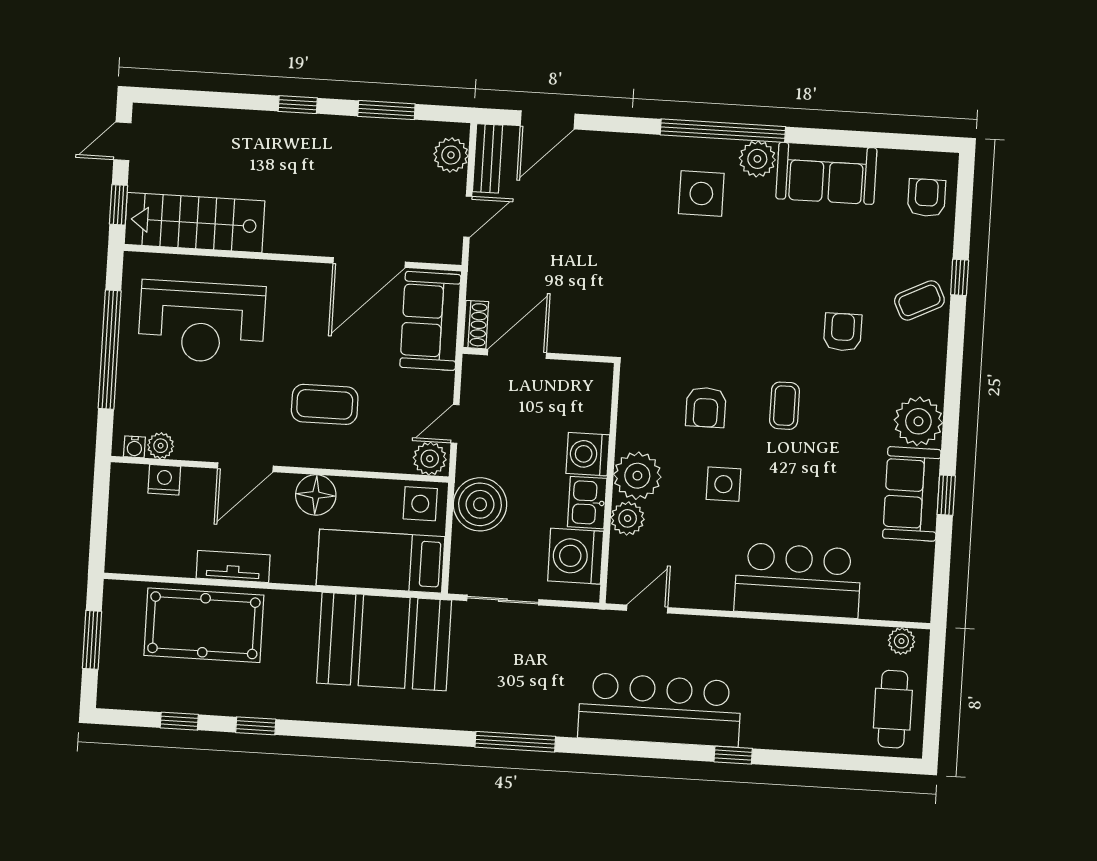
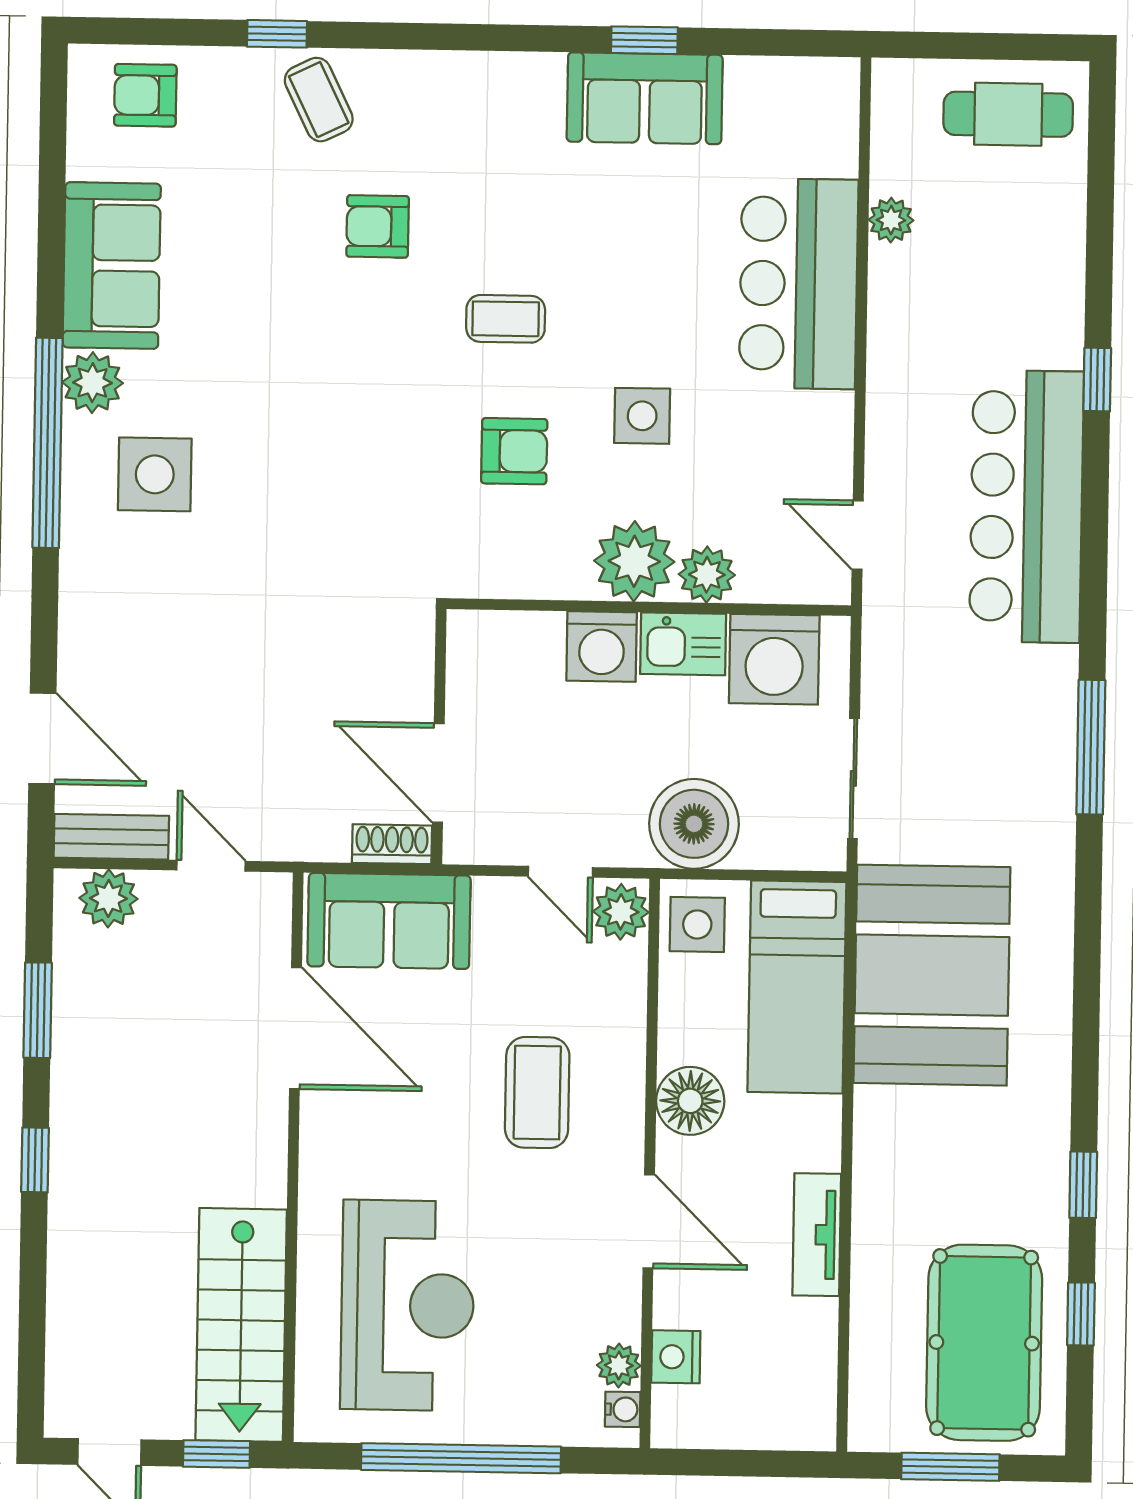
plant: (918, 421) -> (522, 92), removed
pool table: (204, 625) -> (984, 1343), moved
plant: (901, 641) -> (891, 220), moved

